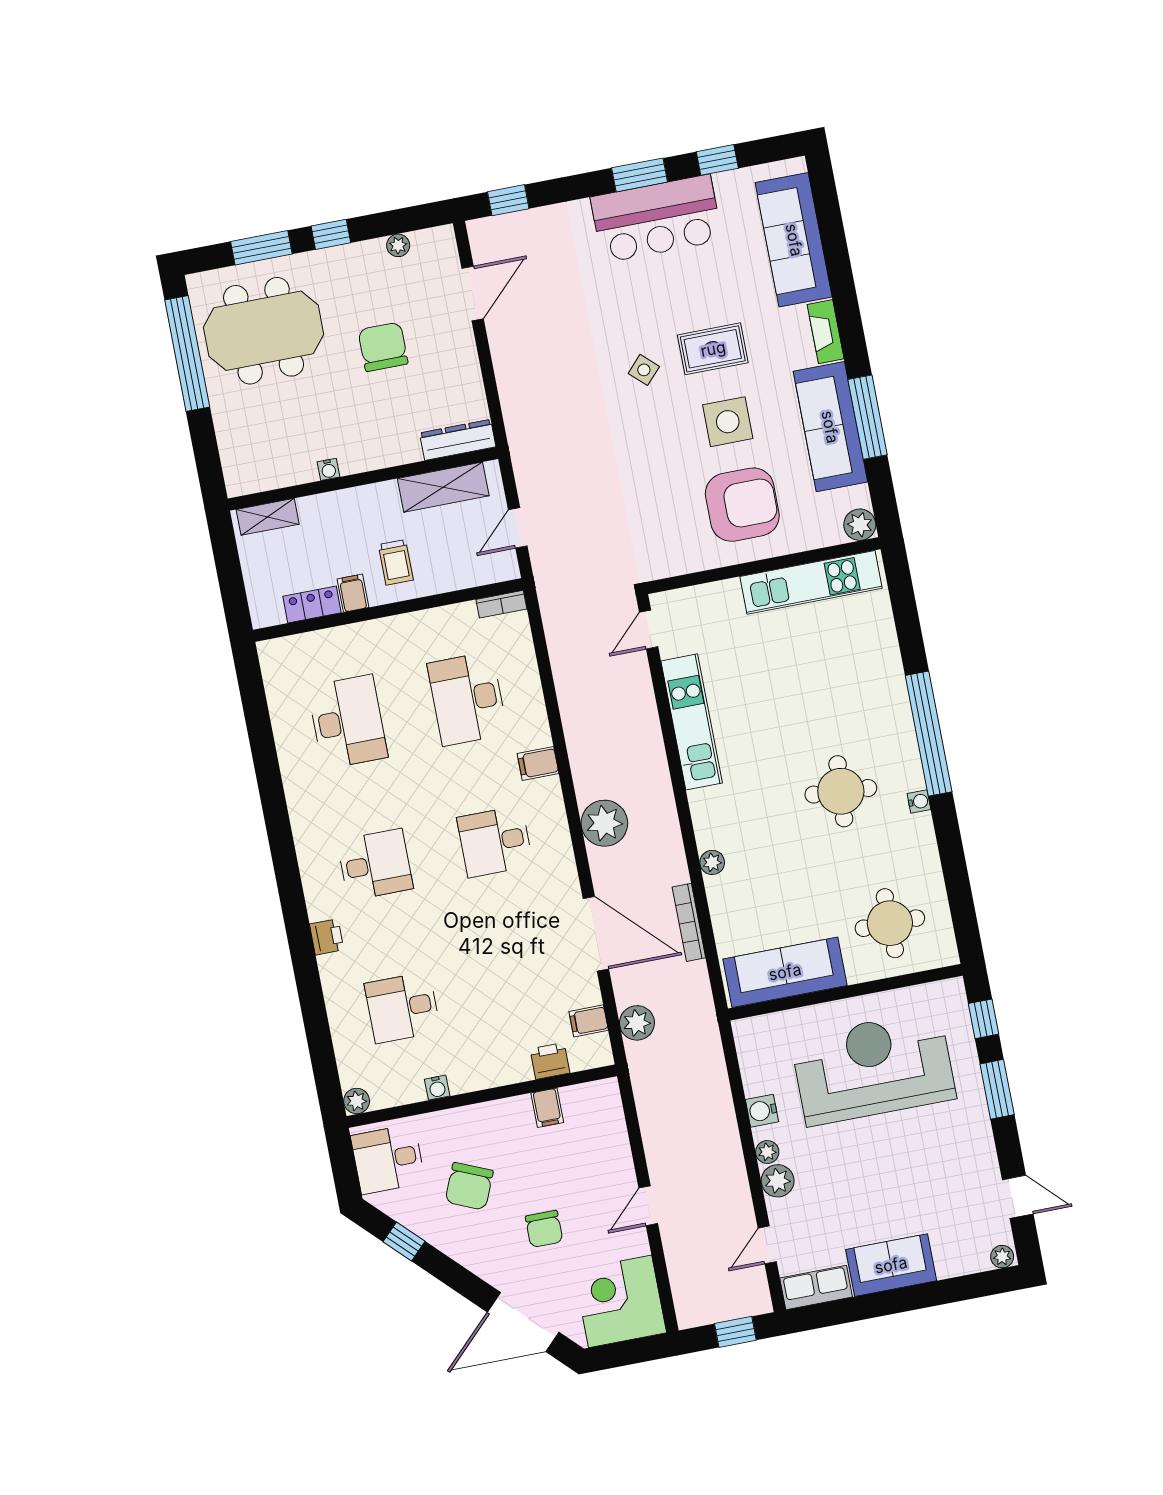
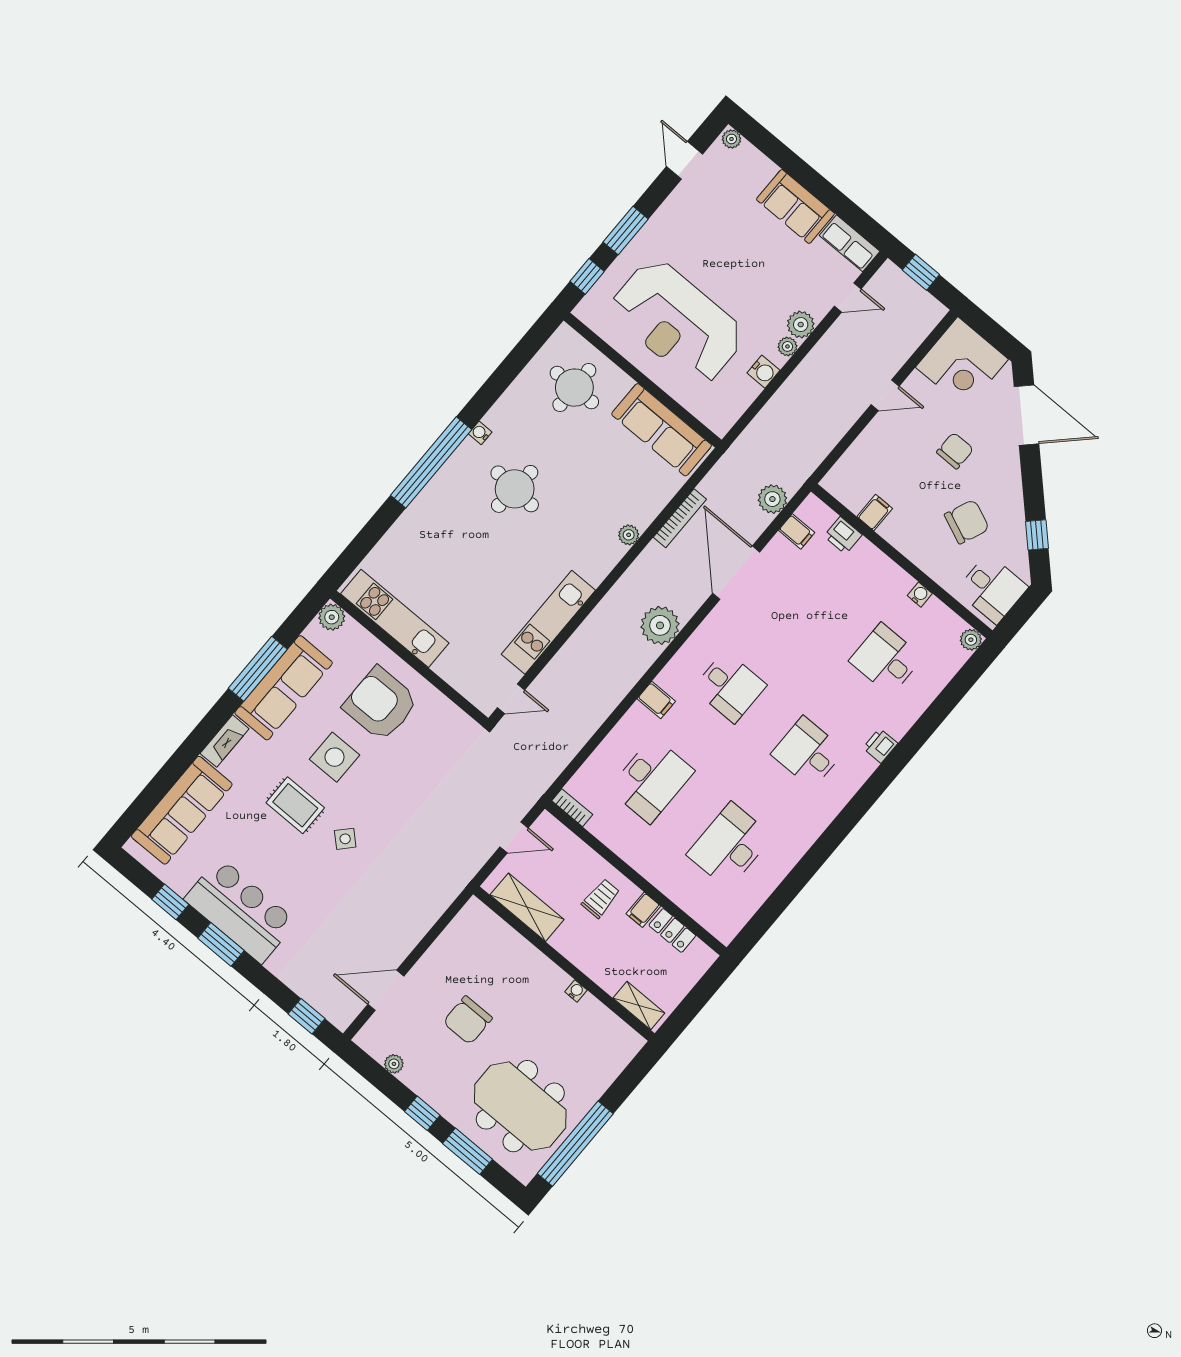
dresser: (458, 440) -> (489, 923), removed
desk: (402, 1007) -> (886, 659), turned 180

